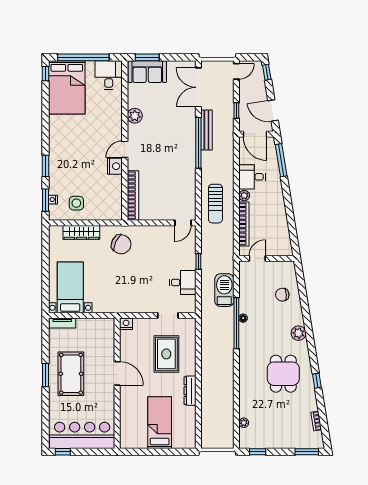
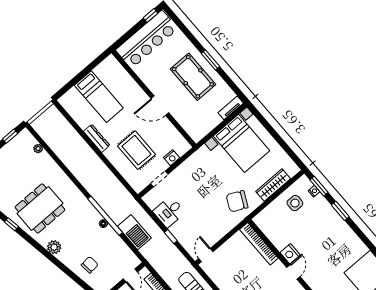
bed with nightstands: (70, 287) -> (241, 143), width x1.36
nightstand: (126, 324) -> (172, 158), moved
dining table: (283, 374) -> (40, 208), width x1.38

